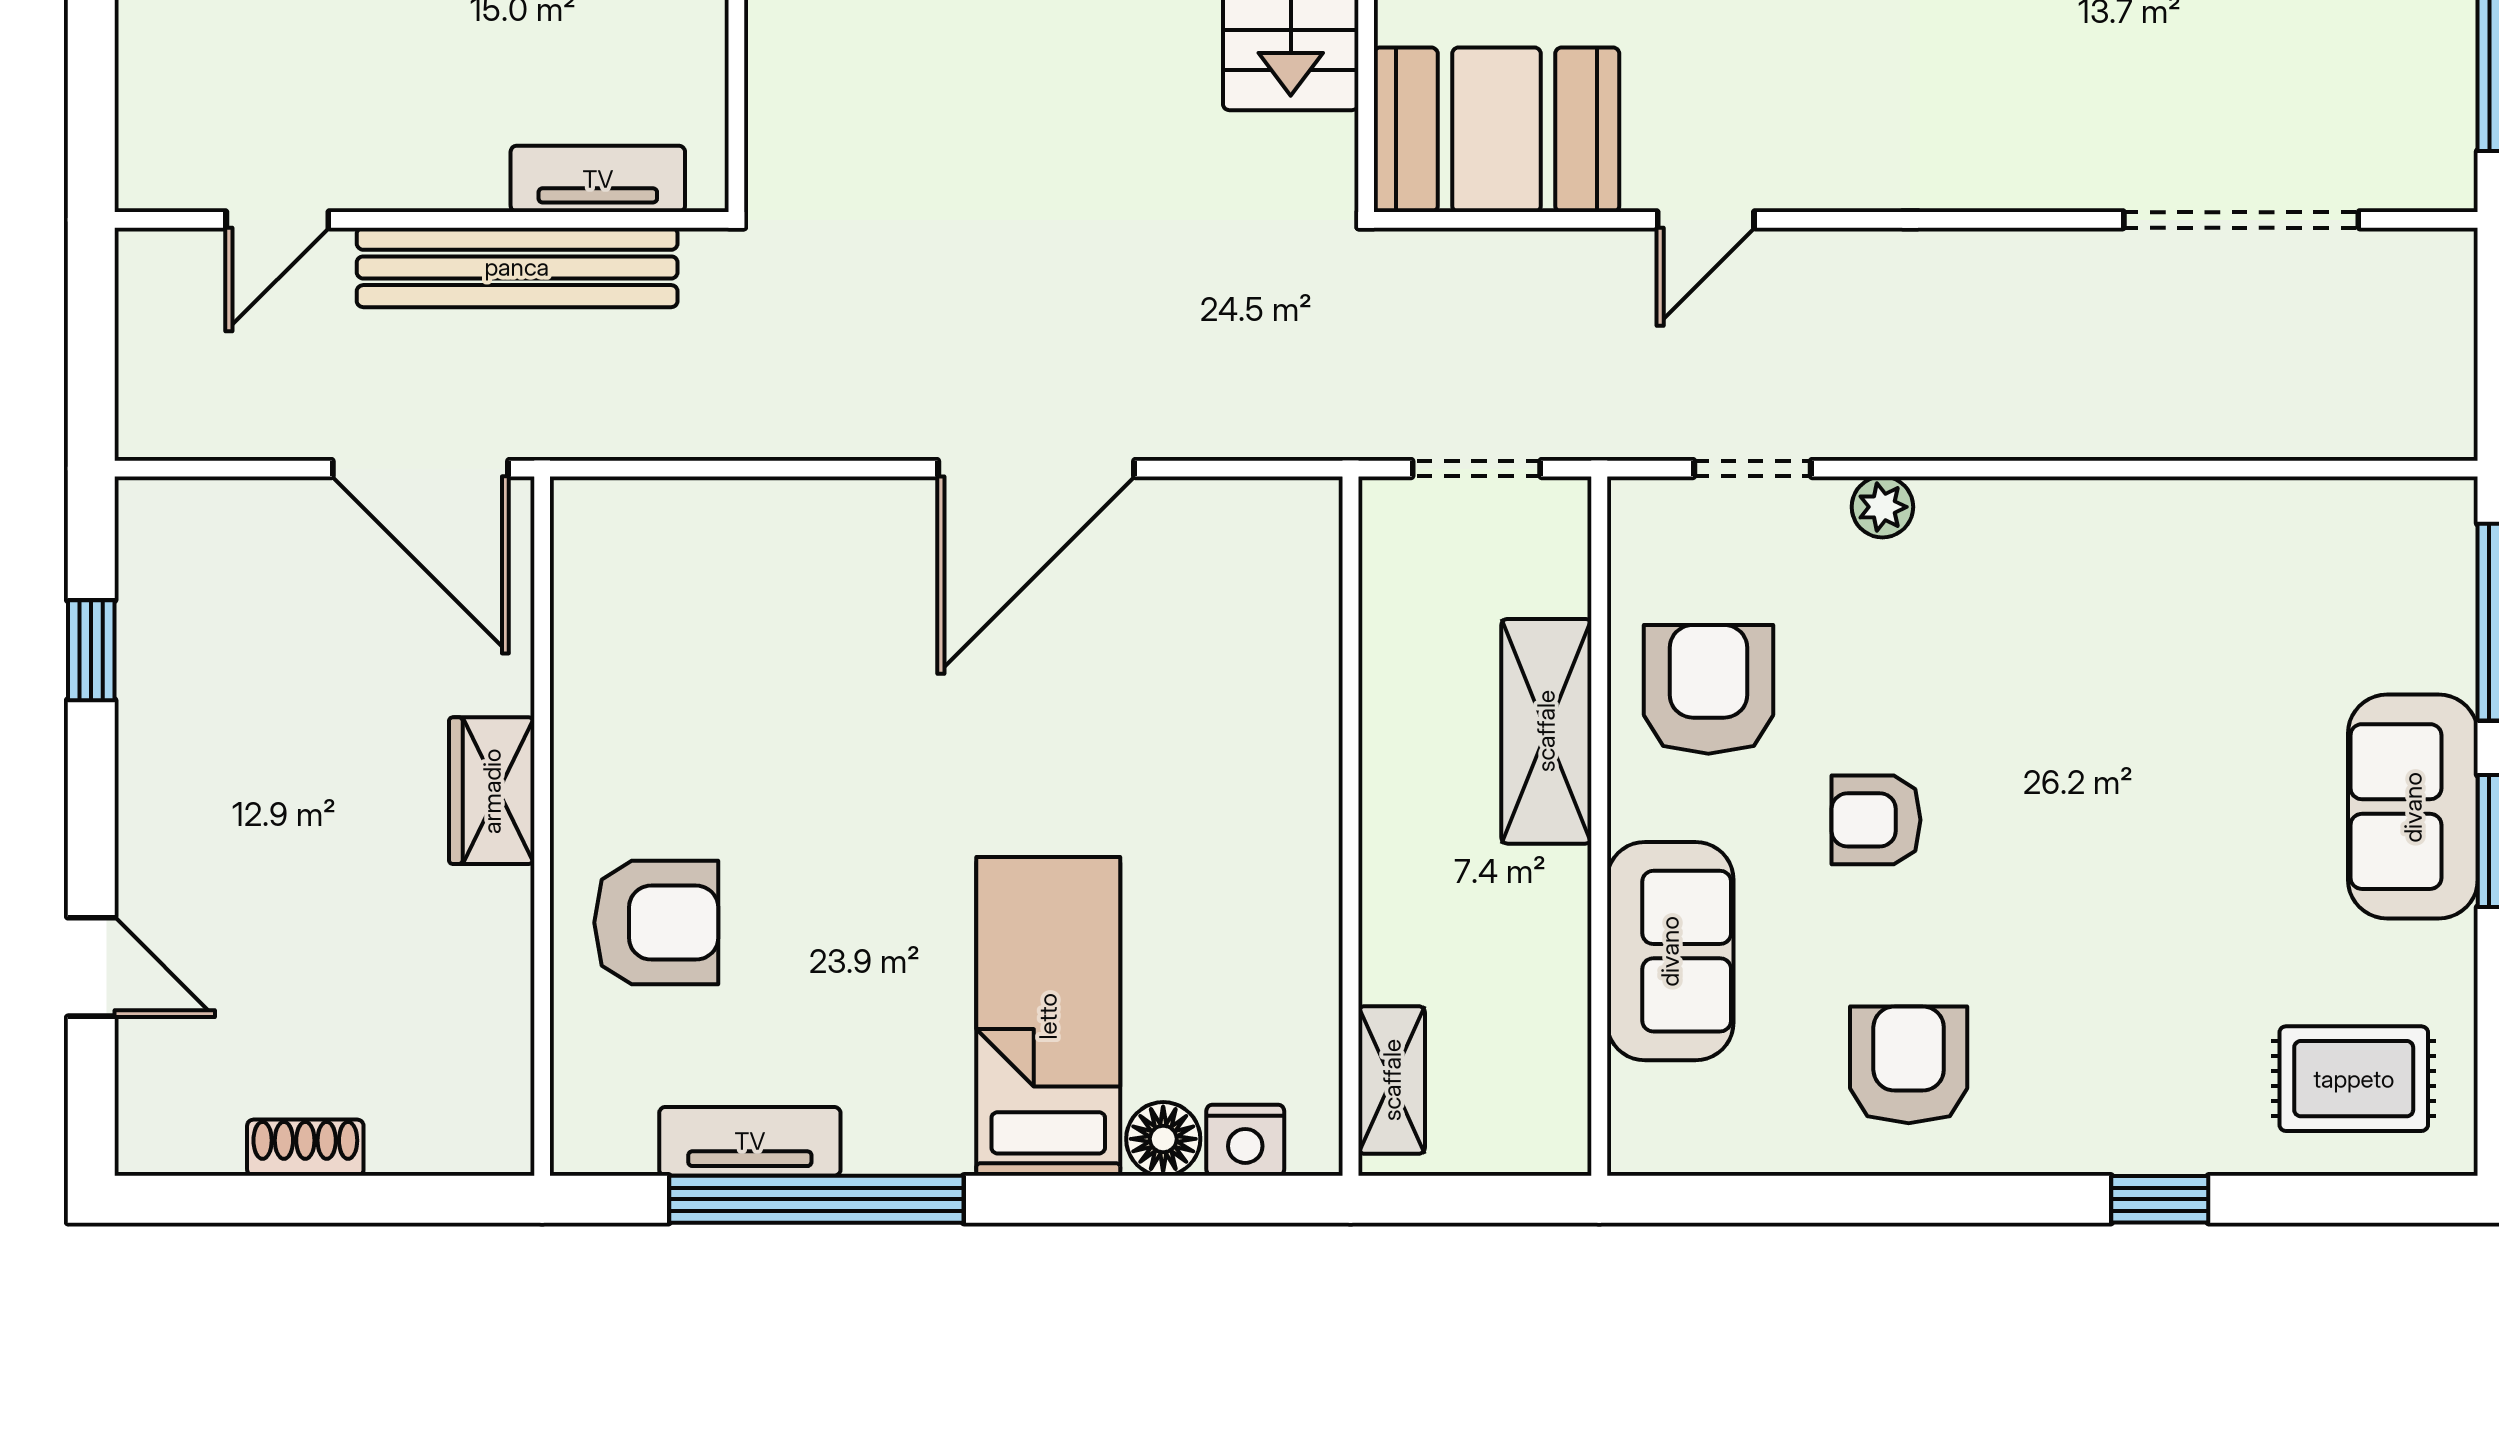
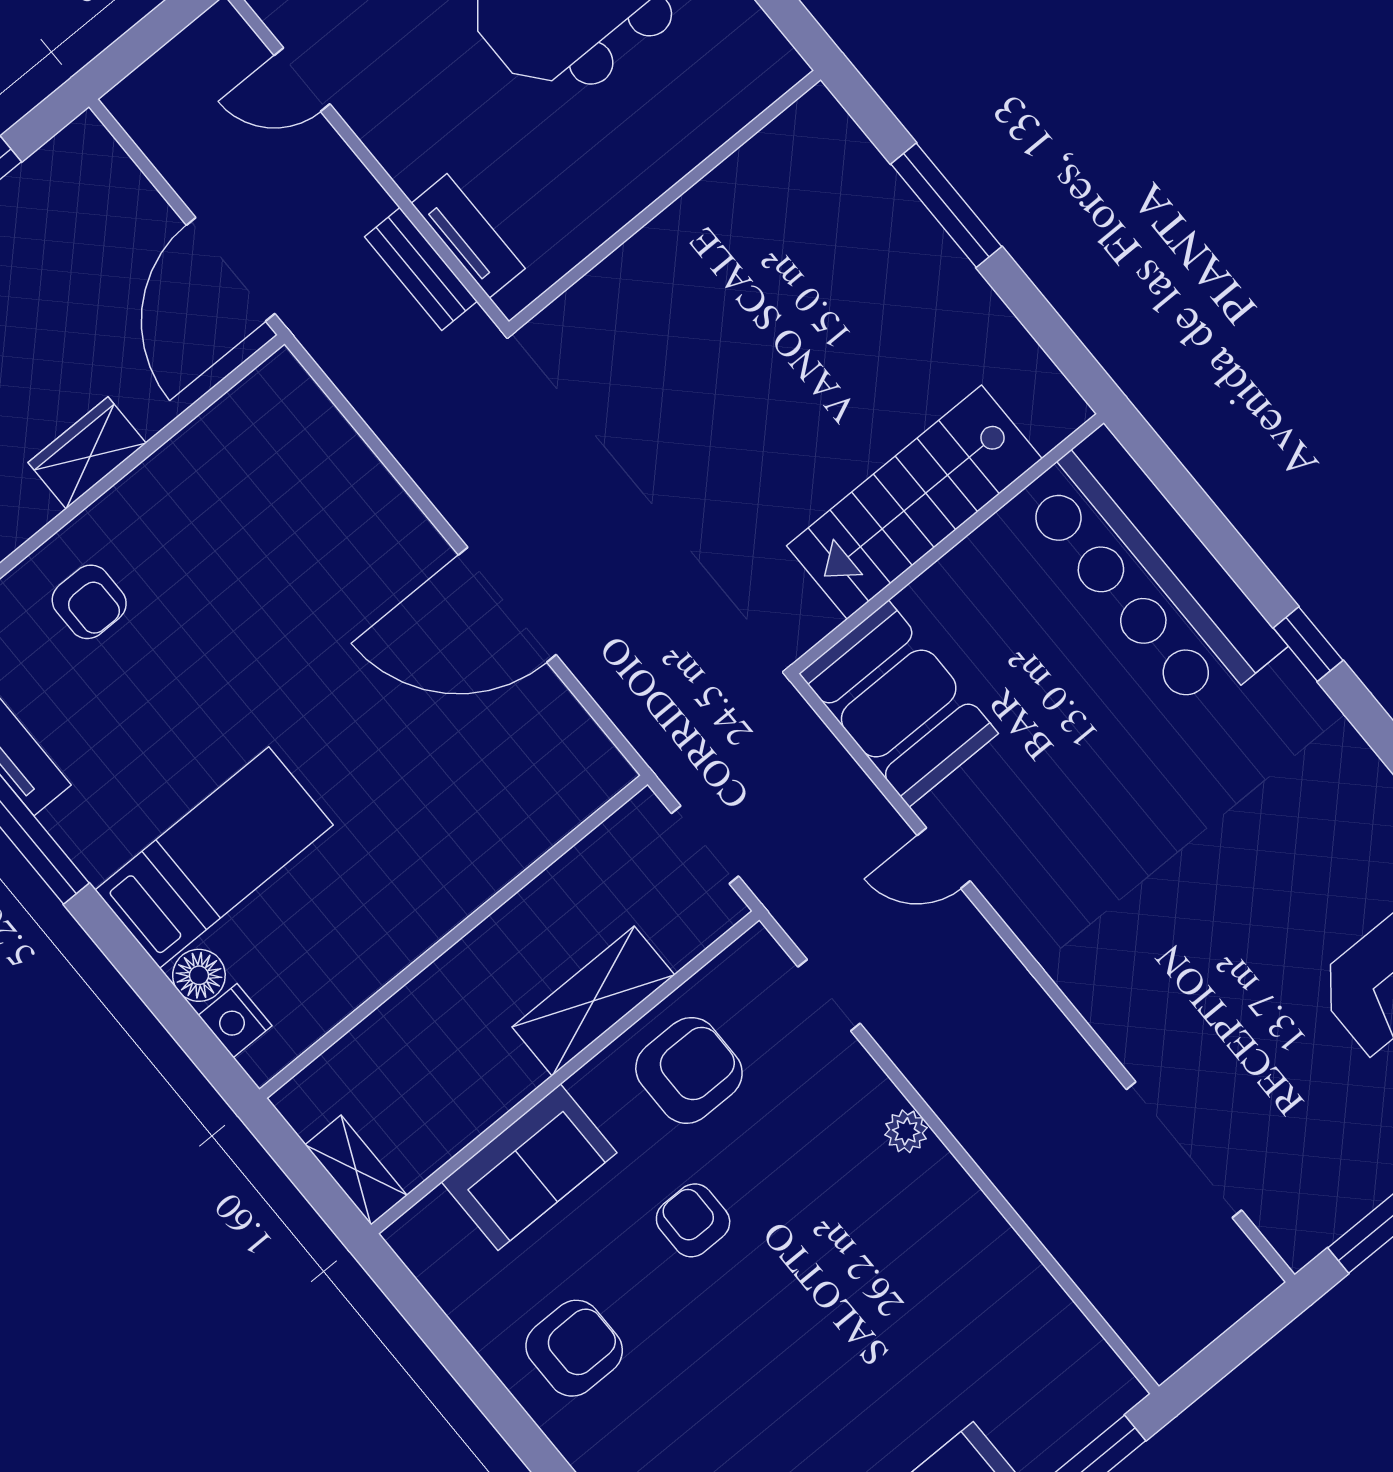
bench: (517, 267) -> (421, 269), width x0.54, depth x0.82
plant: (1882, 507) -> (906, 1131), moved
armchair: (656, 923) -> (89, 602), width x0.72, depth x0.72
shelving: (1392, 1080) -> (356, 1170), moved, turned 90

